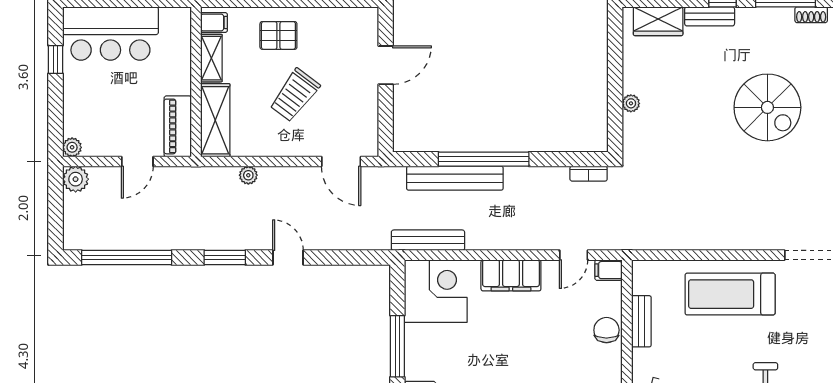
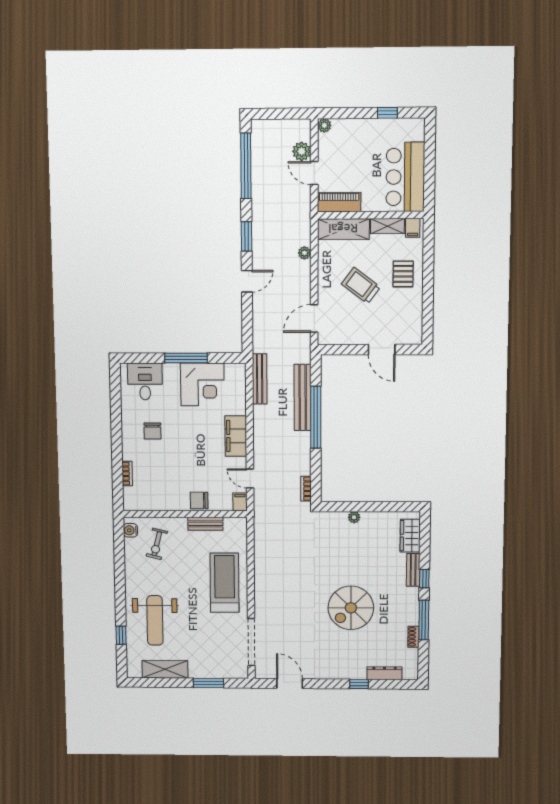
bar counter: (110, 34) -> (405, 177), moved
plant: (76, 179) -> (302, 151), moved
corner desk: (436, 291) -> (202, 384), moved
chair: (606, 330) -> (199, 500), turned 180

